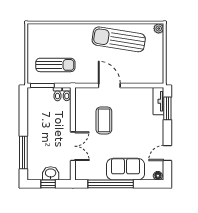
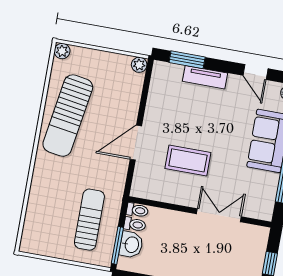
plant: (159, 79) -> (139, 65), added
tv unit: (158, 101) -> (205, 77), moved
washbasin: (51, 173) -> (131, 245), moved, turned 180

